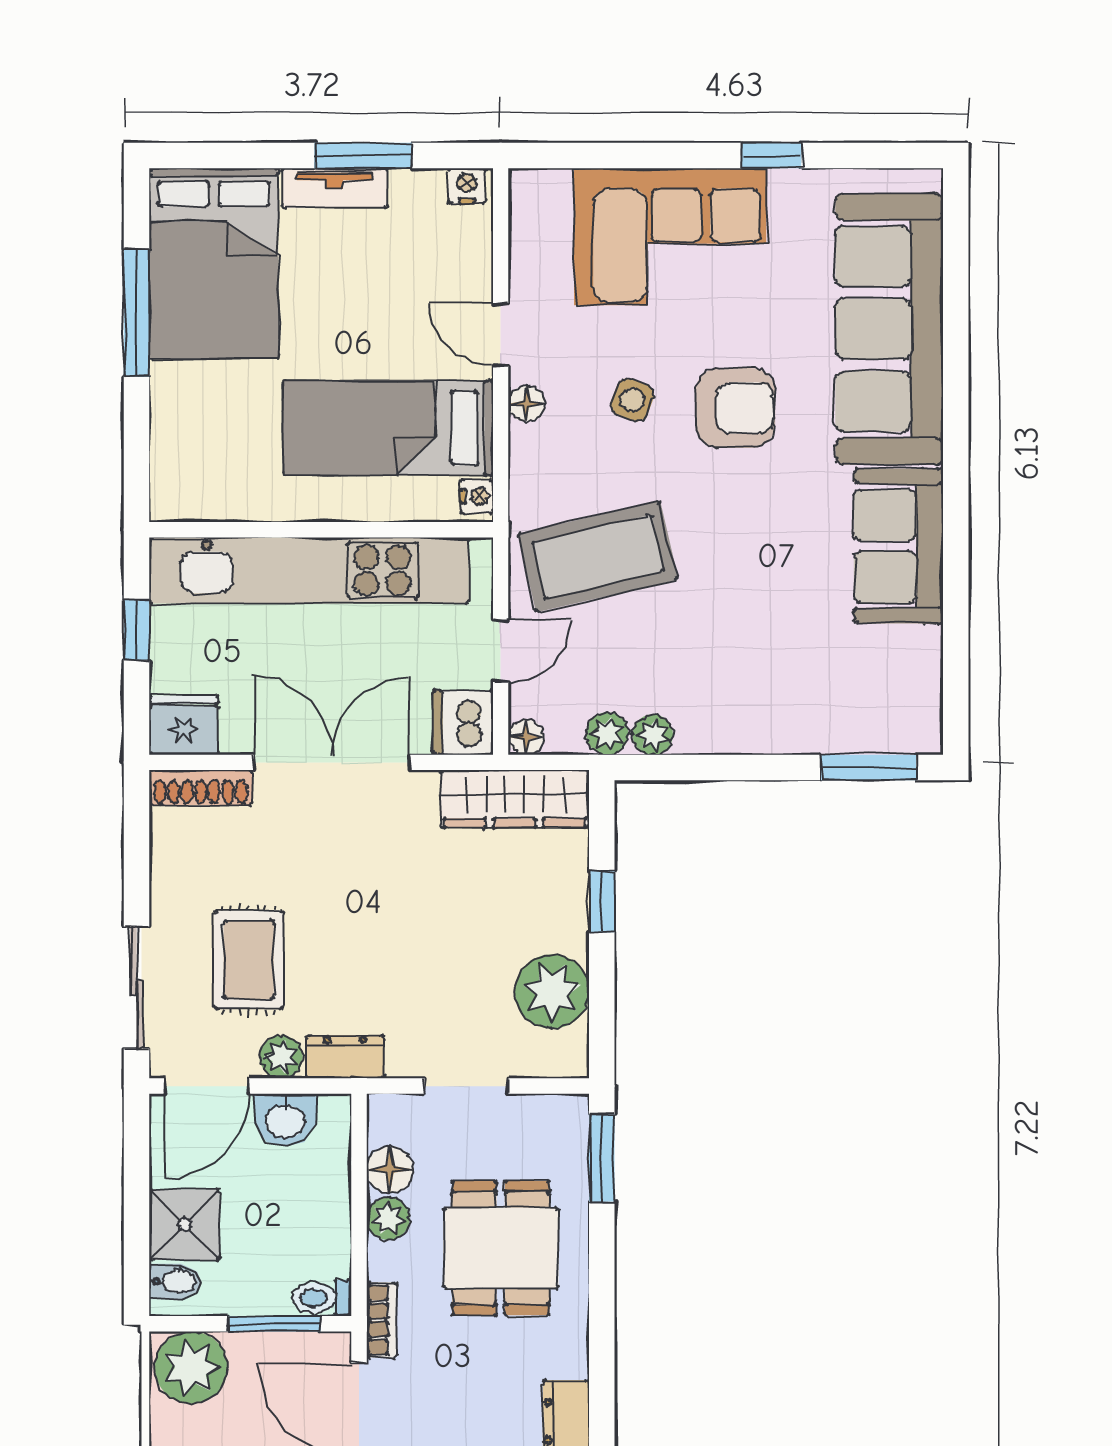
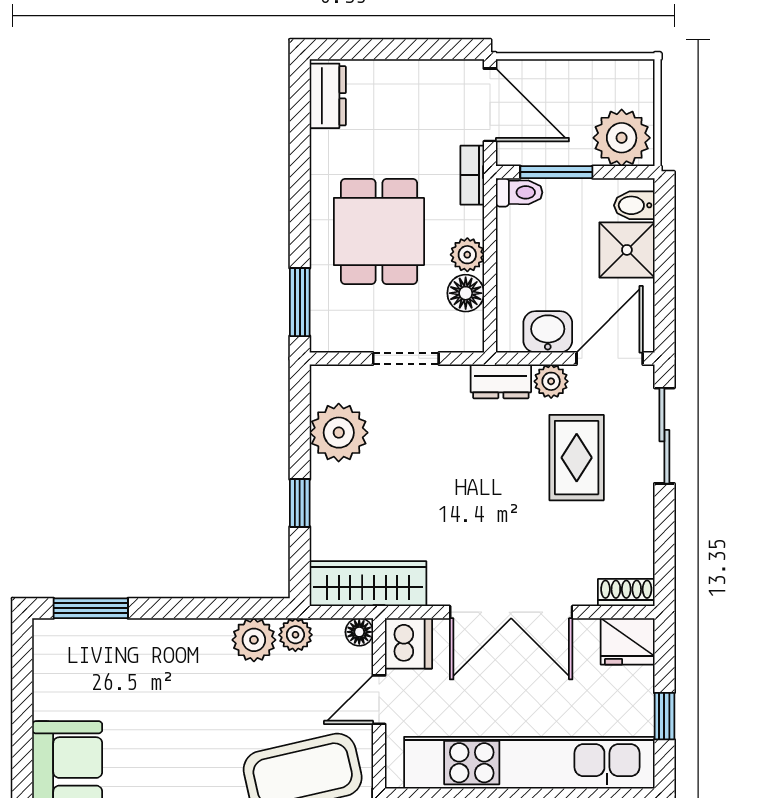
plant: (653, 735) -> (254, 640), width x1.38, depth x1.38
shoe rack: (201, 787) -> (626, 593), width x0.70

